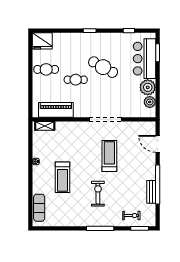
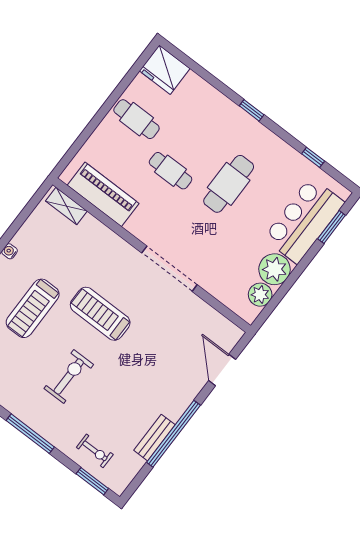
cafe table: (103, 67) -> (229, 184), turned 61
treadmill: (109, 156) -> (100, 314), moved, turned -90

